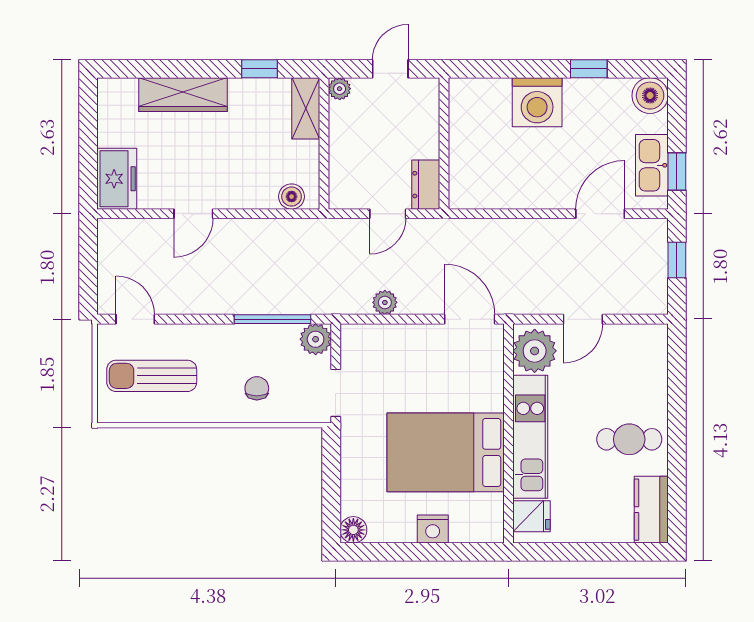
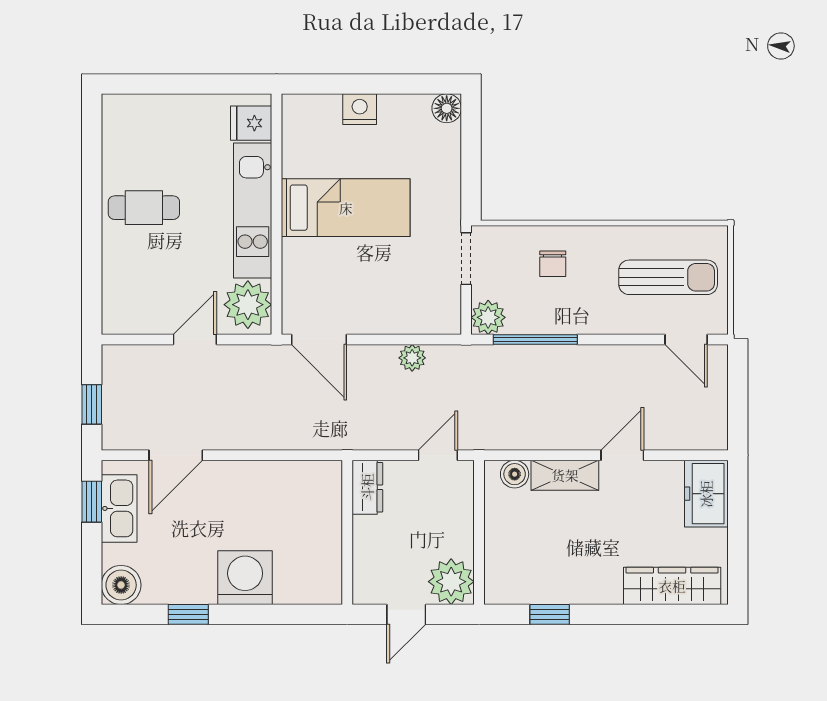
plant: (340, 89) -> (451, 582), width x1.88, depth x1.88
wardrobe: (183, 95) -> (672, 586), moved
shelving: (306, 108) -> (565, 475), moved, turned 90
door: (388, 214) -> (438, 455), moved
bed: (446, 452) -> (346, 208), width x0.67
kitchen counter: (651, 510) -> (120, 130), removed

